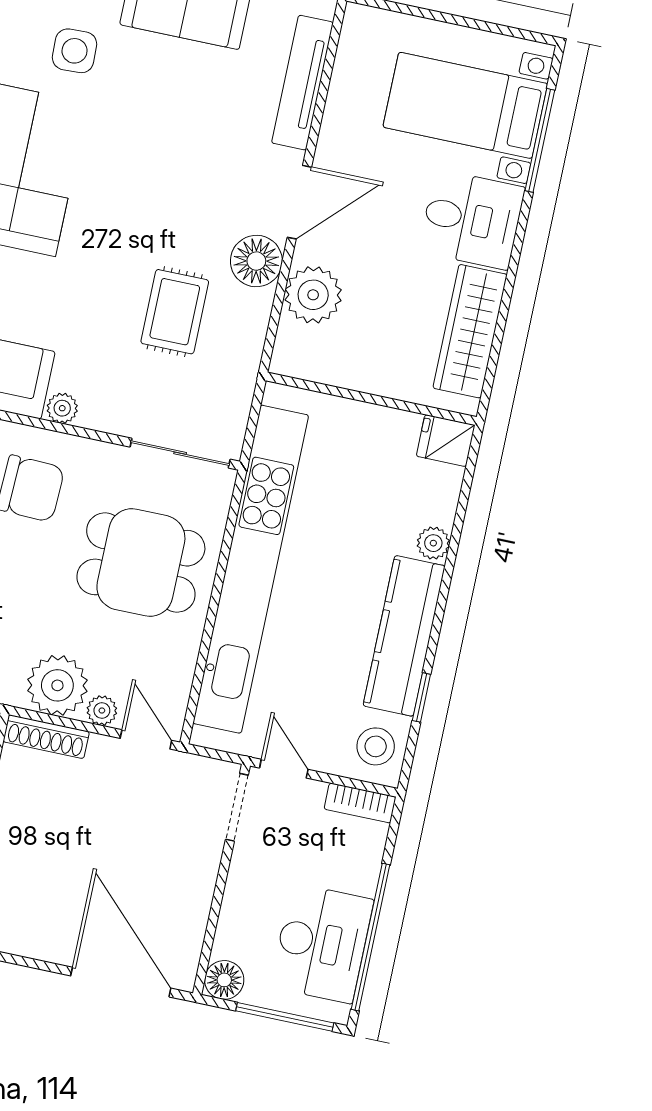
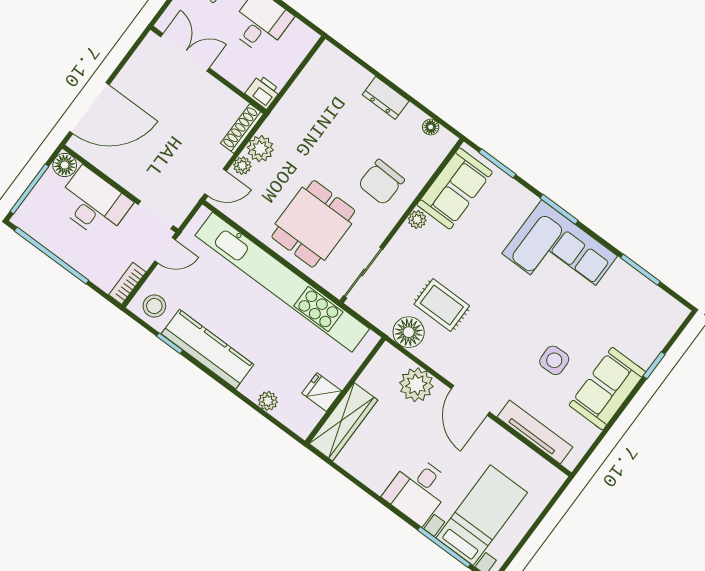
side table: (75, 51) -> (554, 360), moved
floor lamp: (256, 261) -> (409, 332), moved
wardrobe: (470, 331) -> (343, 422), moved, turned 90
fridge: (446, 441) -> (322, 392), moved, turned -90
plant: (433, 543) -> (268, 401), moved
plant: (57, 685) -> (260, 149), width x0.73, depth x0.73
desk: (322, 943) -> (93, 203), moved, turned 180

